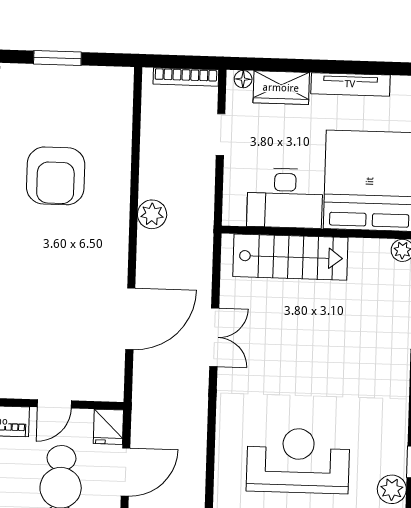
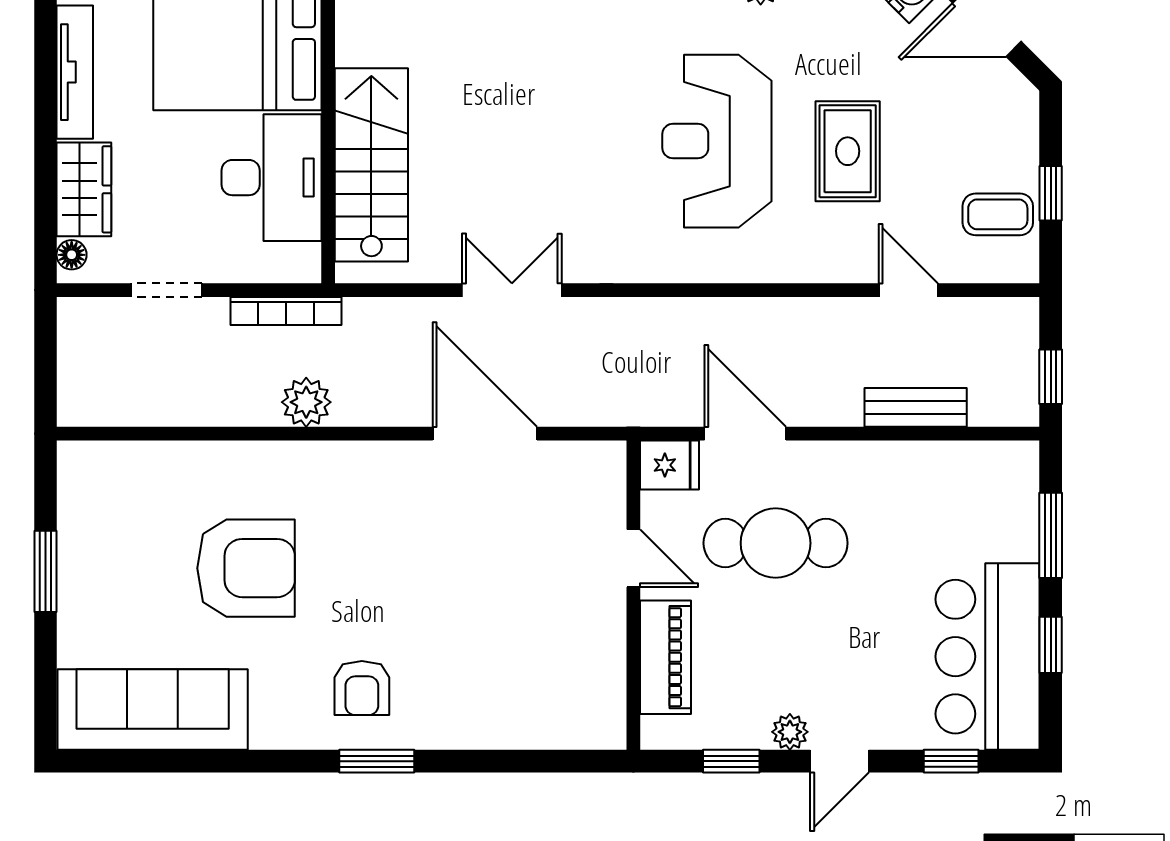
bookcase: (186, 77) -> (286, 311), moved, turned 90

